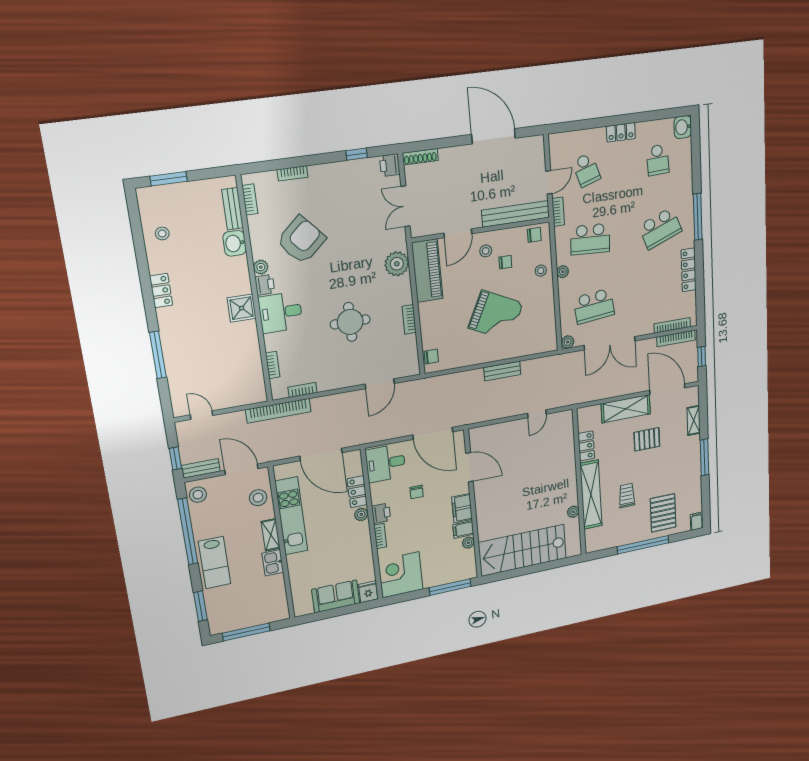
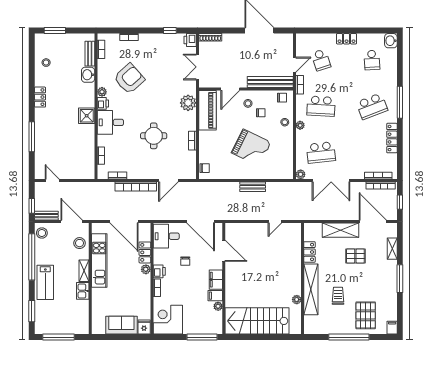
bookcase: (278, 411) -> (136, 186), moved

